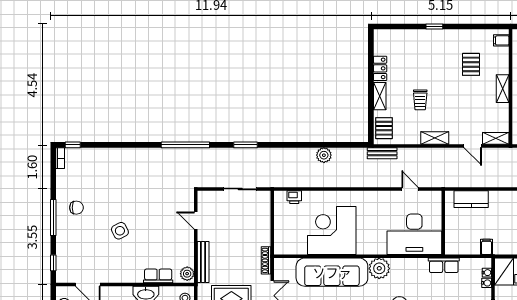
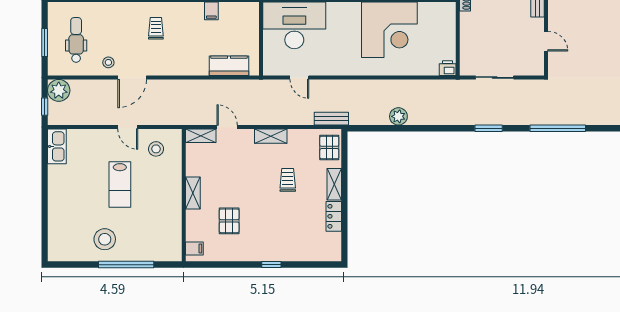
printer: (294, 197) -> (448, 68), moved

